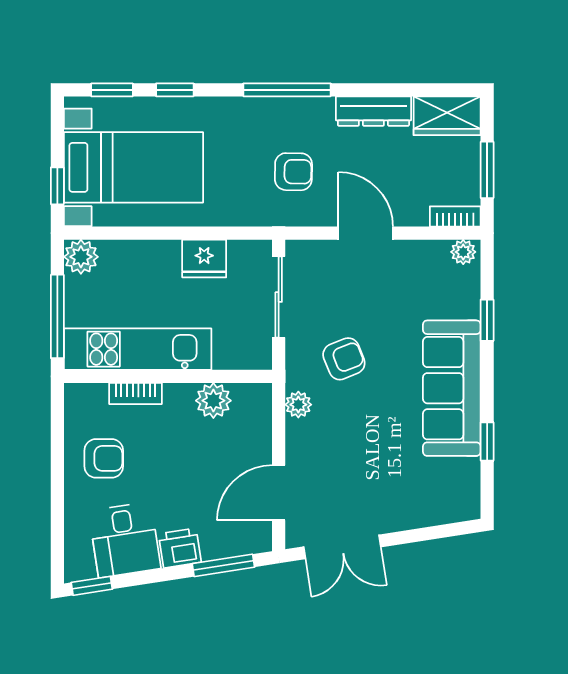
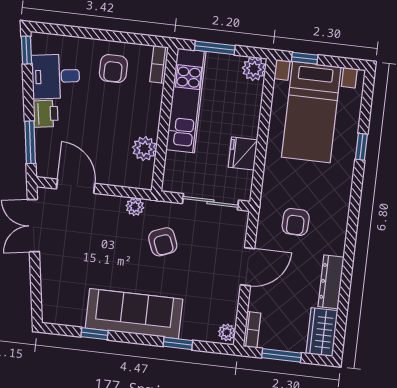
window: (112, 90) -> (366, 104), removed
window: (287, 90) -> (352, 224), removed
window: (57, 316) -> (215, 48), width x0.69
bookcase: (136, 393) -> (159, 64), moved

